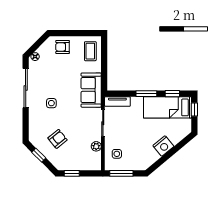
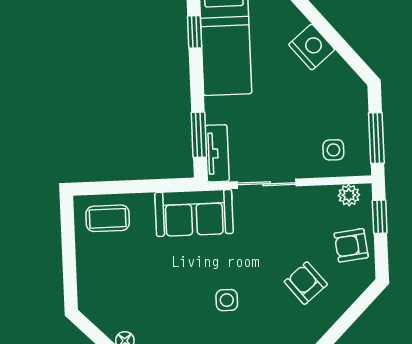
armchair: (63, 47) -> (351, 245), moved, turned 83
window: (146, 94) -> (199, 135), moved
plant: (96, 146) -> (349, 195), moved
window: (39, 155) -> (344, 323), removed
window: (72, 173) -> (380, 217), moved

